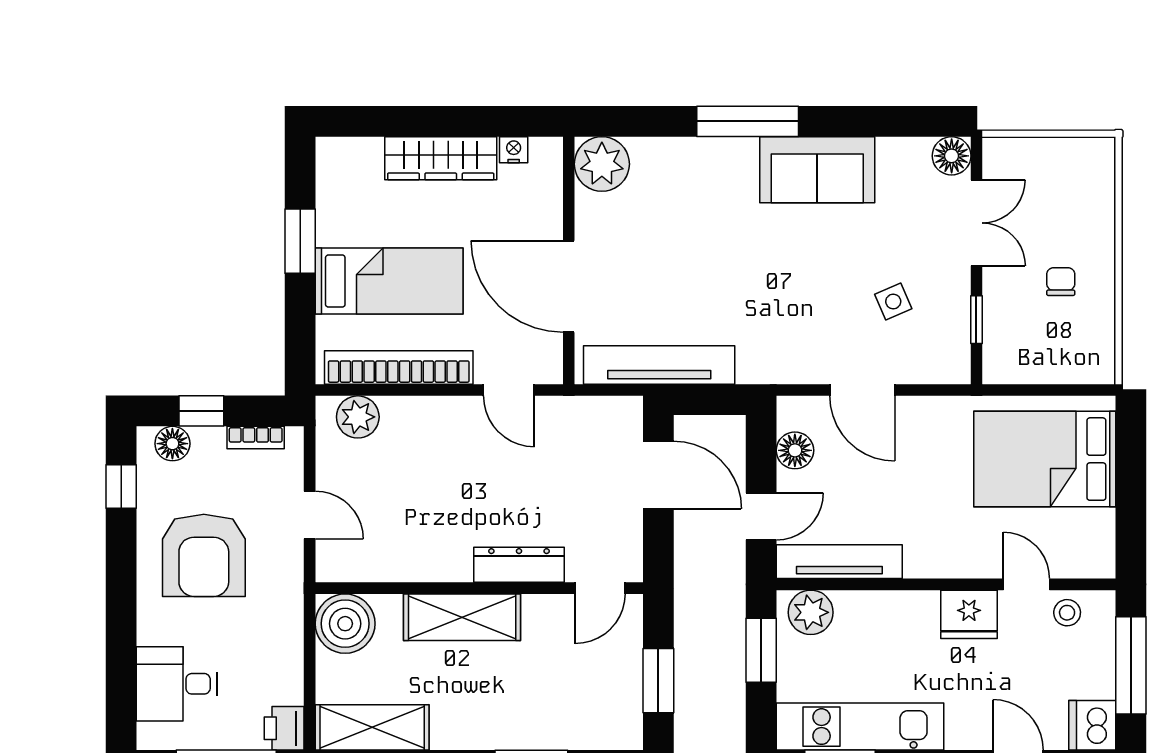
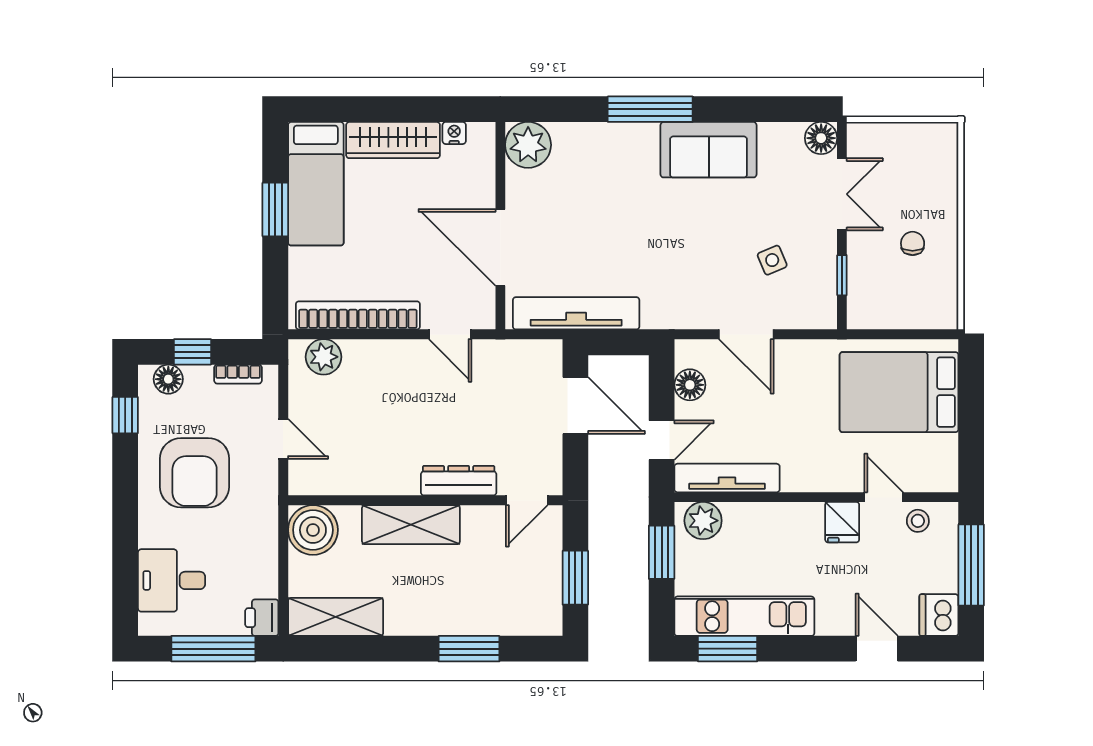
bed: (389, 281) -> (316, 184), moved, turned 90
fridge: (969, 614) -> (842, 522), width x0.72

